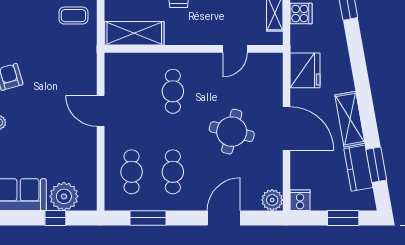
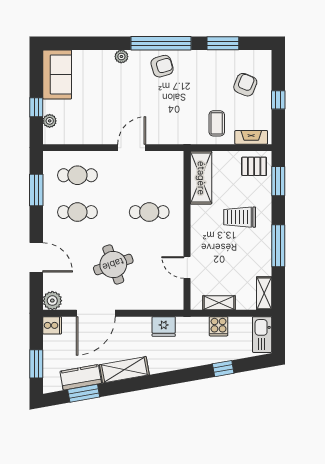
fridge: (305, 70) -> (164, 327), width x0.73, depth x0.75
door: (286, 128) -> (96, 313), moved
round table: (232, 132) -> (113, 264), turned -33
plant: (64, 196) -> (50, 121), width x0.53, depth x0.53

